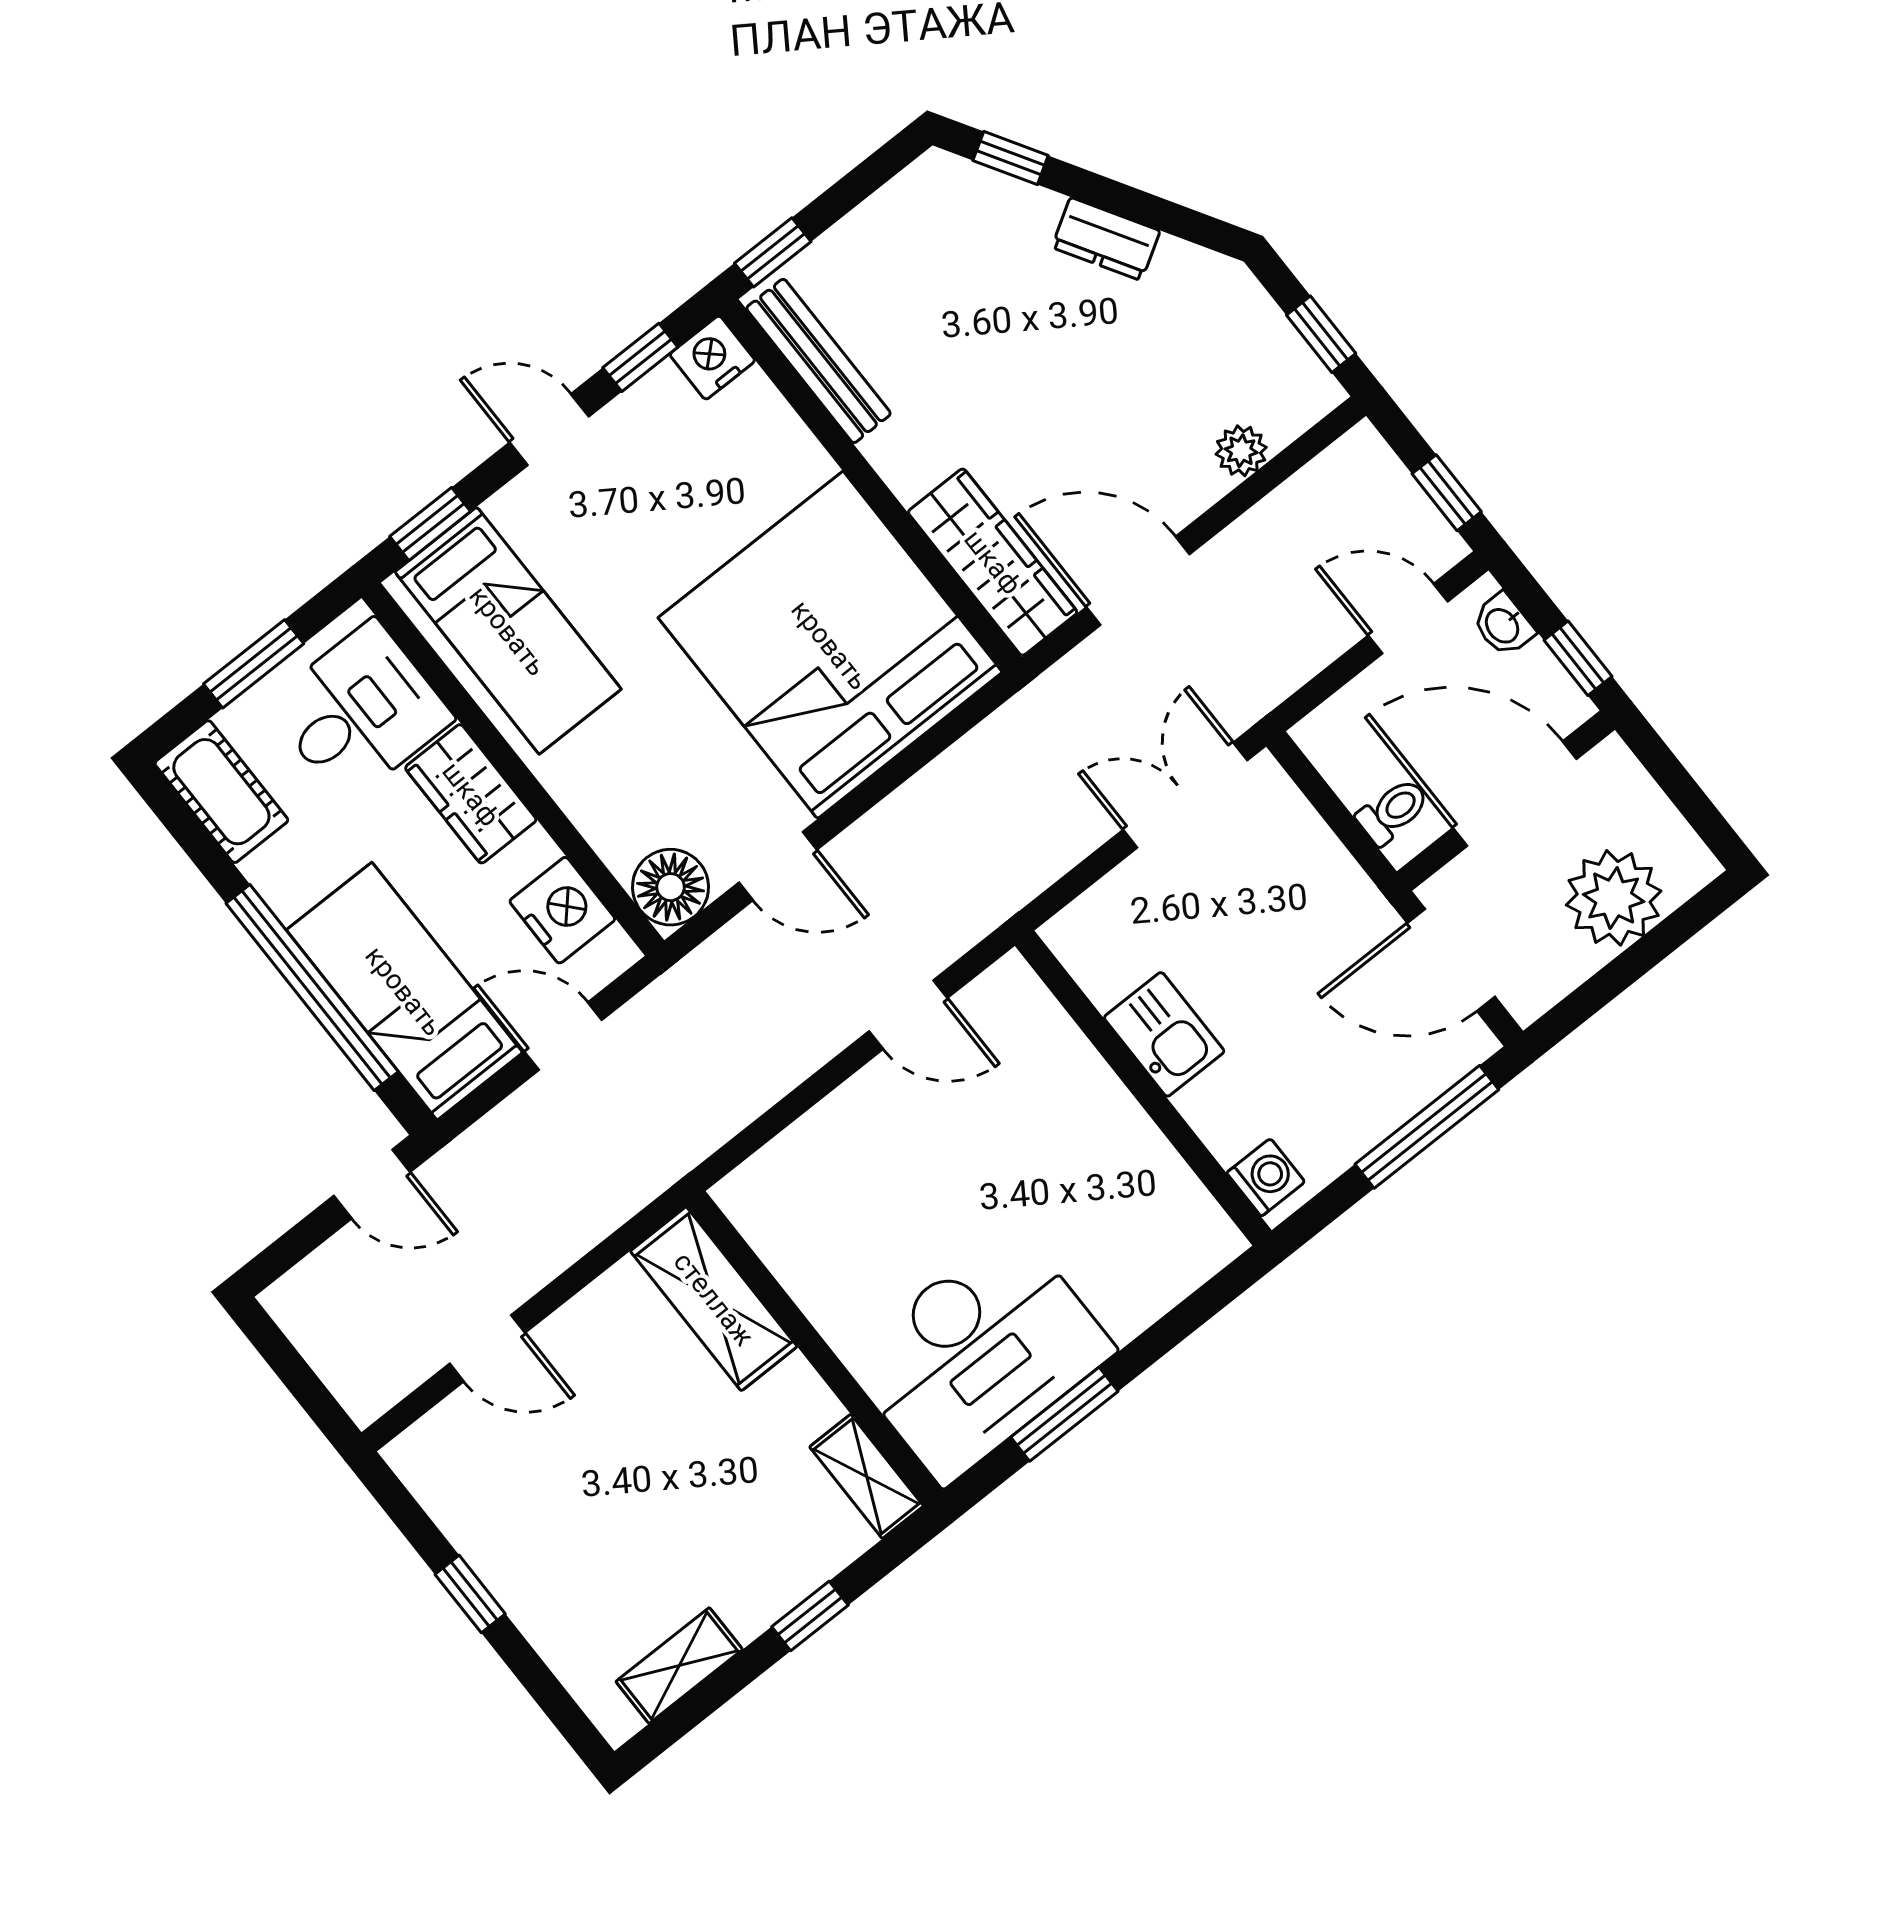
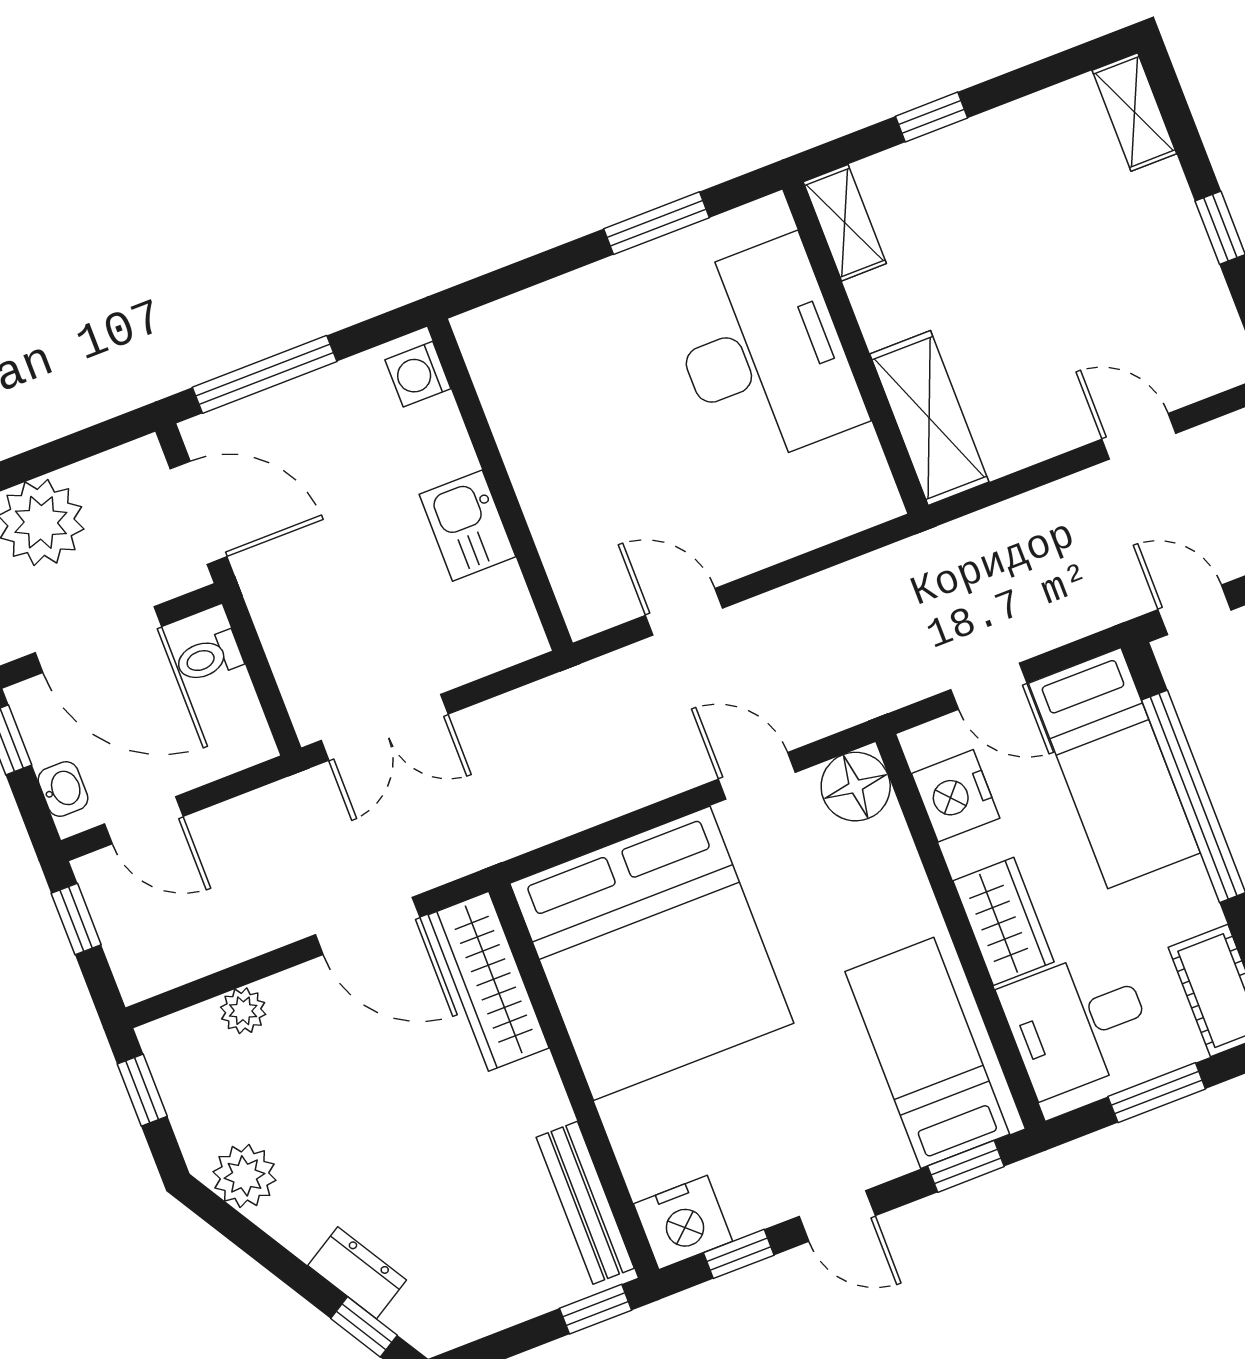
dresser: (1106, 239) -> (357, 1273), moved
plant: (1186, 278) -> (244, 1176), added
nightstand: (712, 358) -> (683, 1222), width x1.36, depth x1.33
desk: (979, 1355) -> (763, 353), moved, turned 90
shelving: (679, 1666) -> (1134, 112), moved, turned 90

